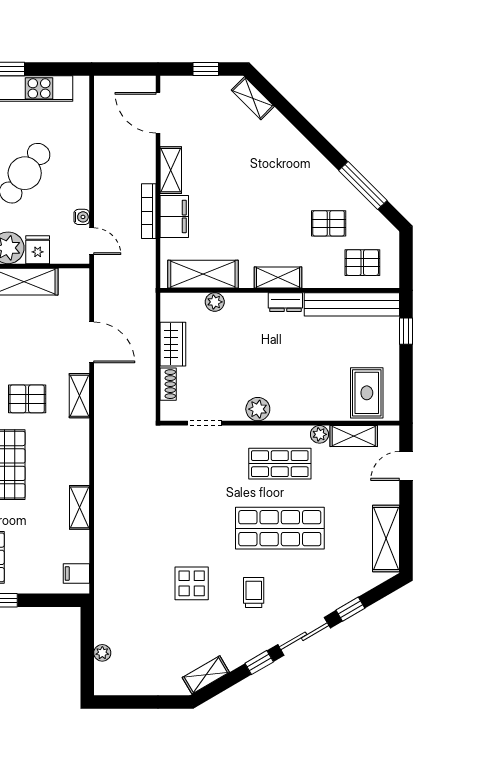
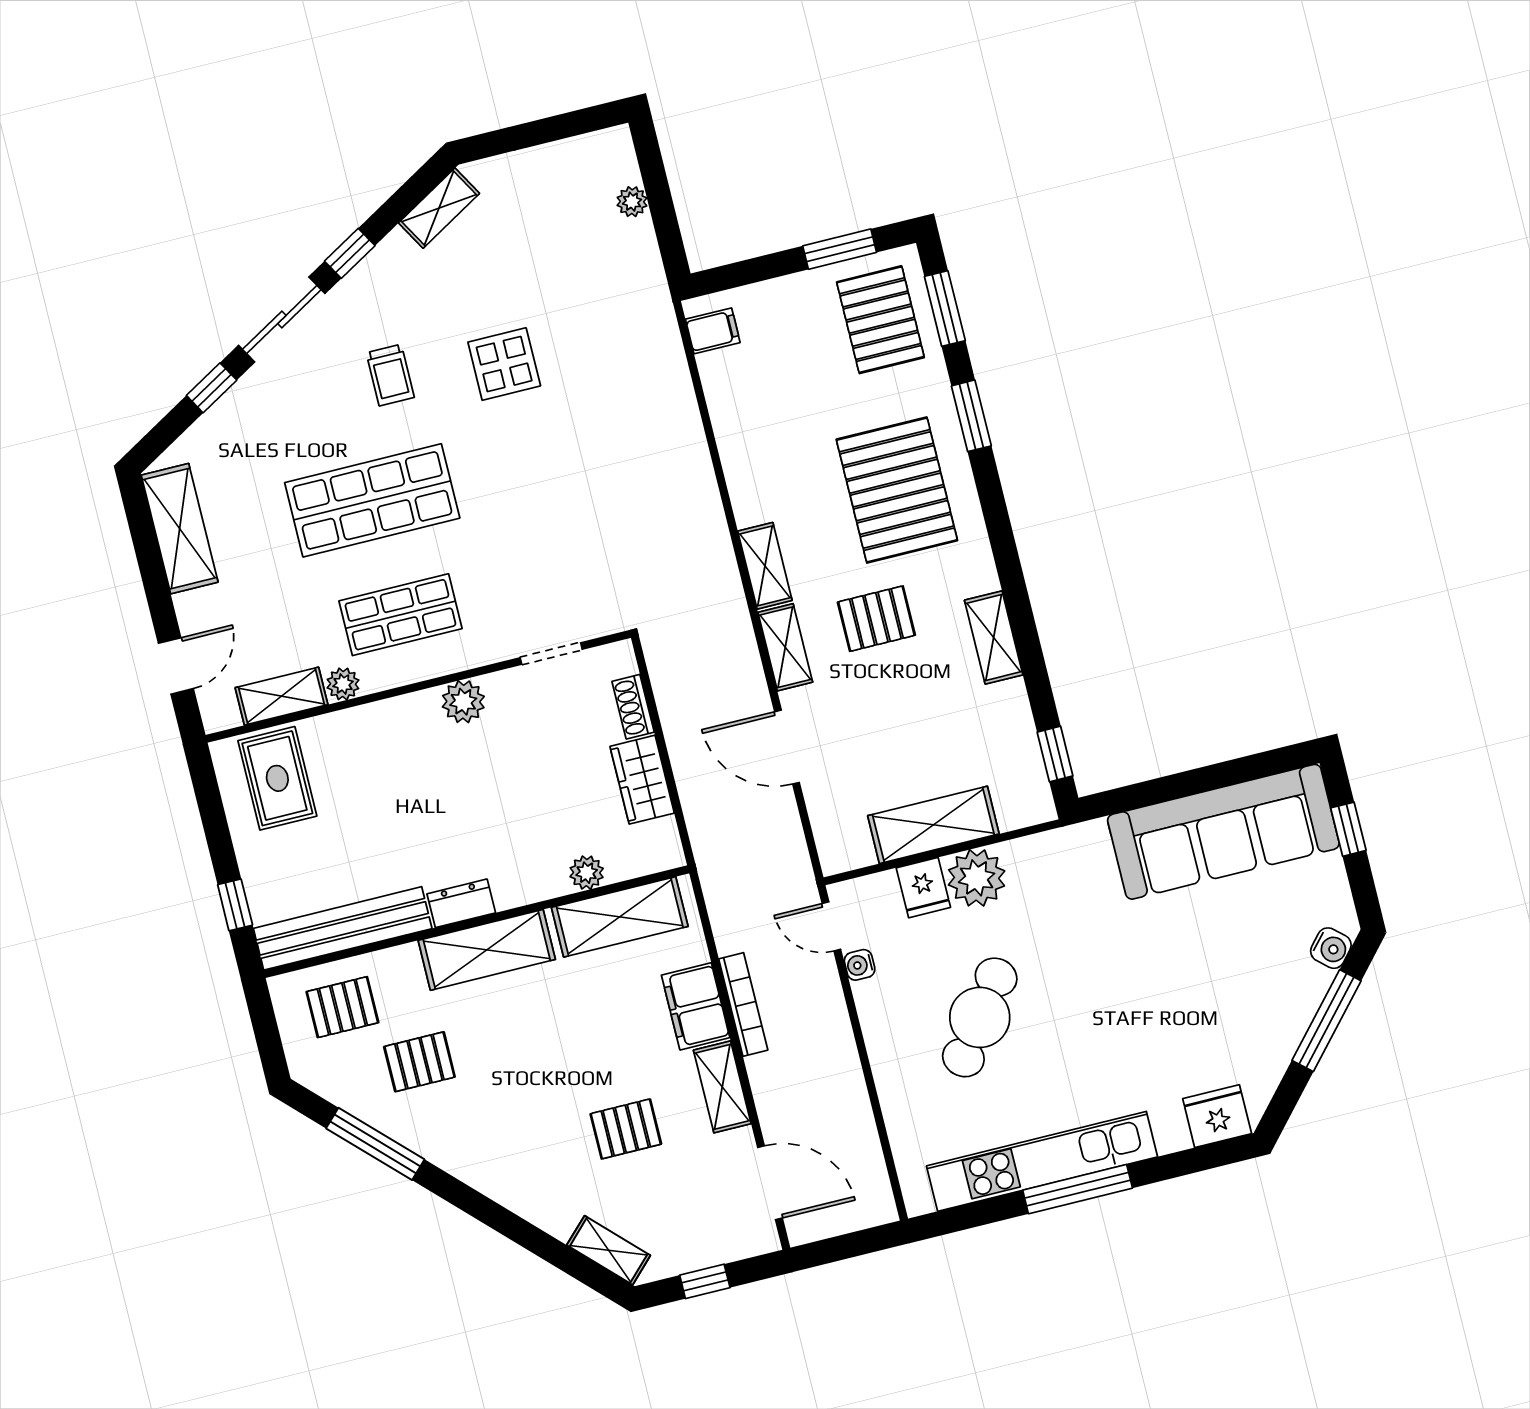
pallet: (228, 160) -> (626, 1129), added
shelving: (278, 278) -> (487, 950), width x1.50, depth x1.33
shelving: (79, 507) -> (765, 566), moved

